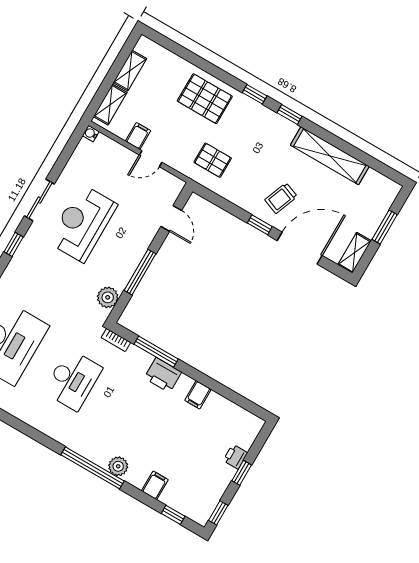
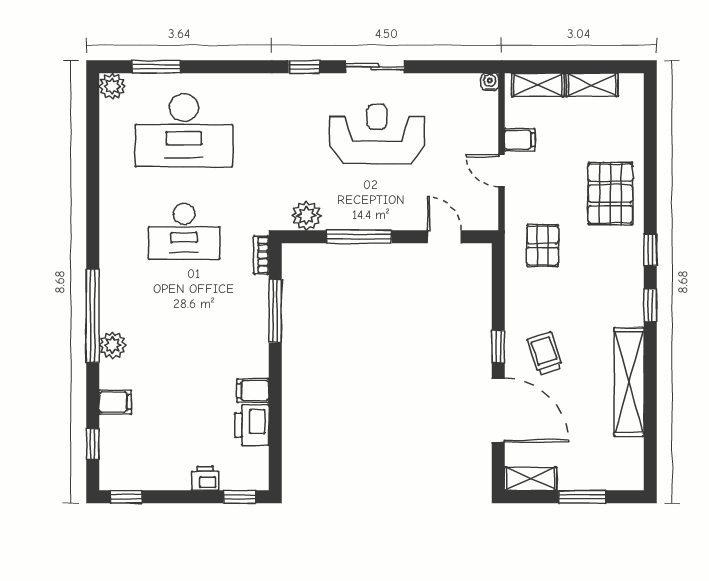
trolley: (281, 198) -> (545, 353), turned 51
door: (171, 218) -> (445, 237), swing flipped
printer: (163, 375) -> (252, 425), moved
window: (242, 473) -> (240, 497), moved

